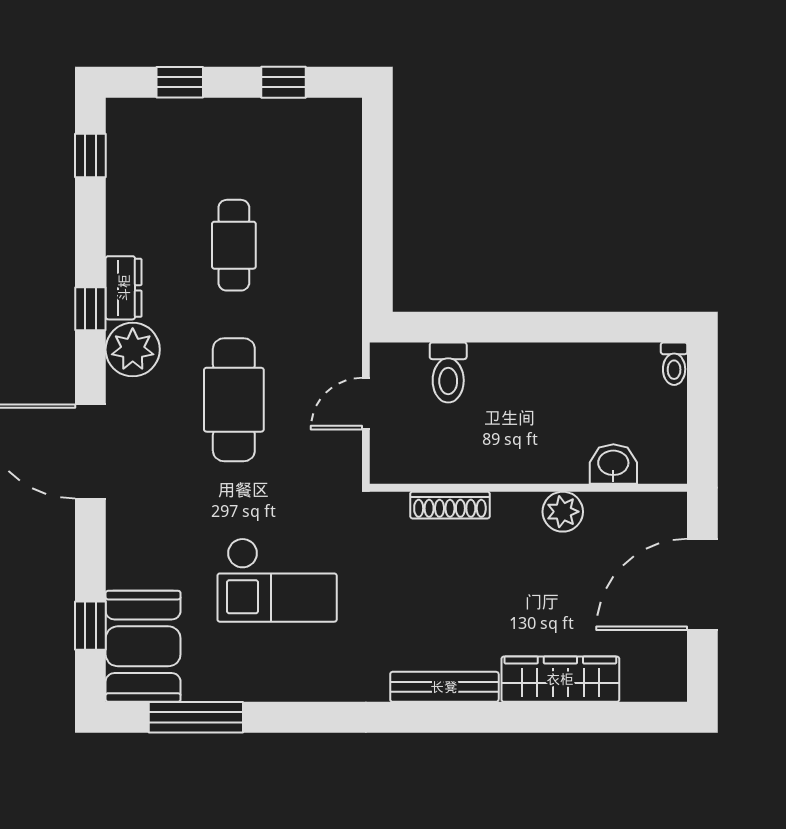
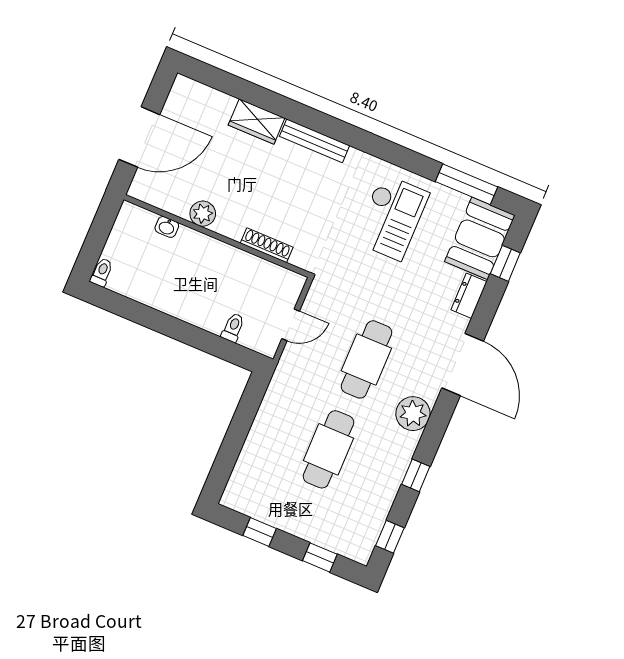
cafe table: (234, 245) -> (328, 449), width x1.37, depth x1.35
dresser: (124, 288) -> (469, 296), moved
window: (90, 309) -> (416, 475), moved
toilet: (448, 373) -> (233, 328), width x0.73, depth x0.72
washbasin: (613, 464) -> (167, 227), width x0.72, depth x0.69
checkout: (277, 580) -> (391, 217), moved, turned 90
wardrobe: (560, 679) -> (257, 122), width x0.67

